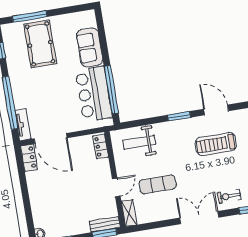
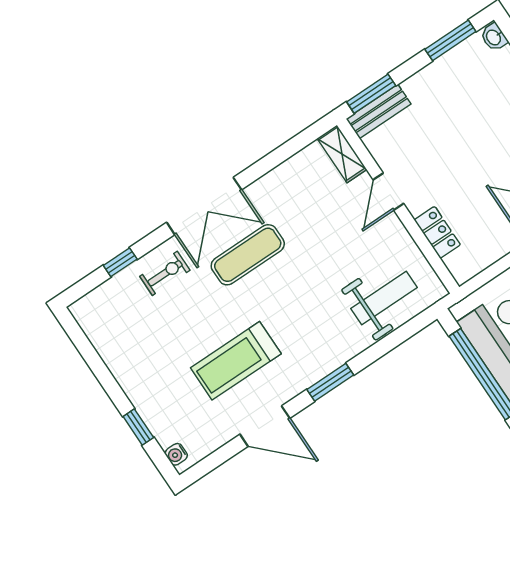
treadmill: (216, 144) -> (236, 361), turned 180
locker: (101, 146) -> (437, 232), moved
exercise mat: (158, 184) -> (248, 255), moved

